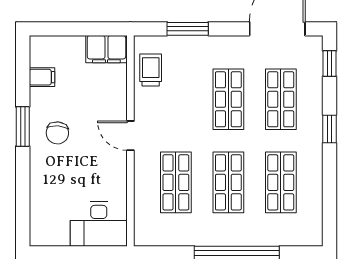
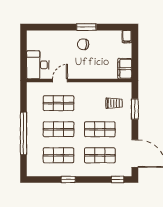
trolley: (151, 70) -> (114, 103), moved
filing cabinet: (42, 77) -> (127, 37), moved
window: (329, 129) -> (68, 180), moved
door: (130, 136) -> (60, 81), moved

